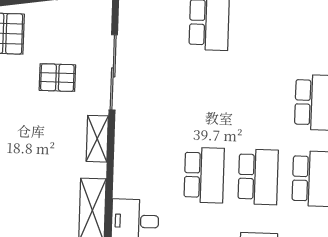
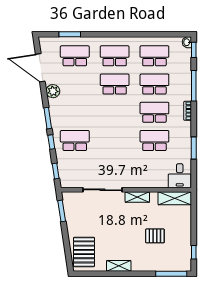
pallet: (57, 78) -> (155, 236), moved, turned 90

